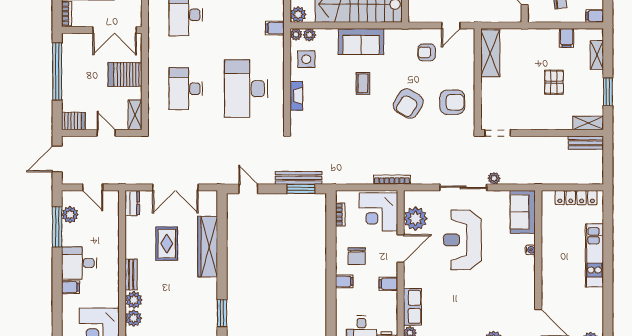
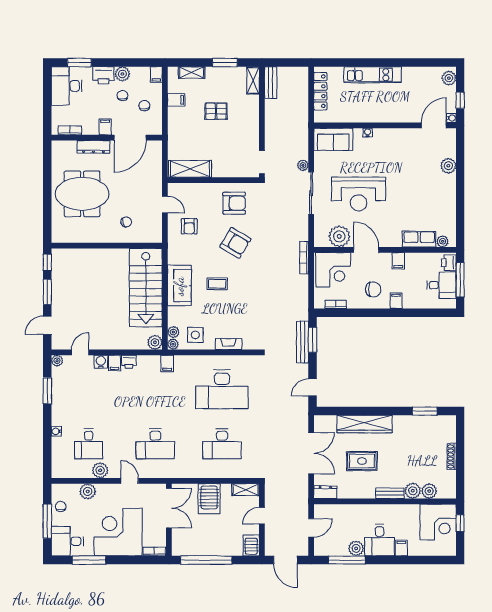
armchair: (452, 102) -> (234, 203), turned 90
plant: (70, 215) -> (356, 548), moved

